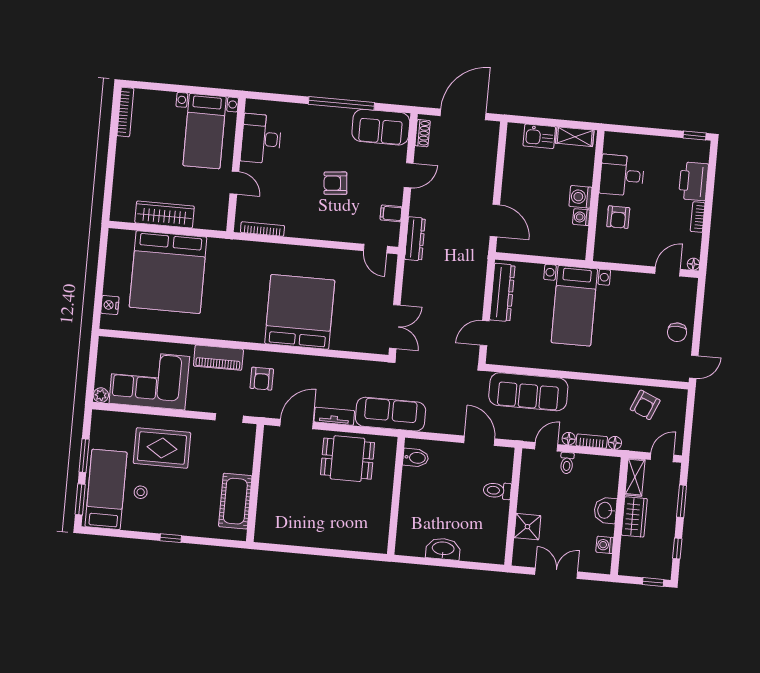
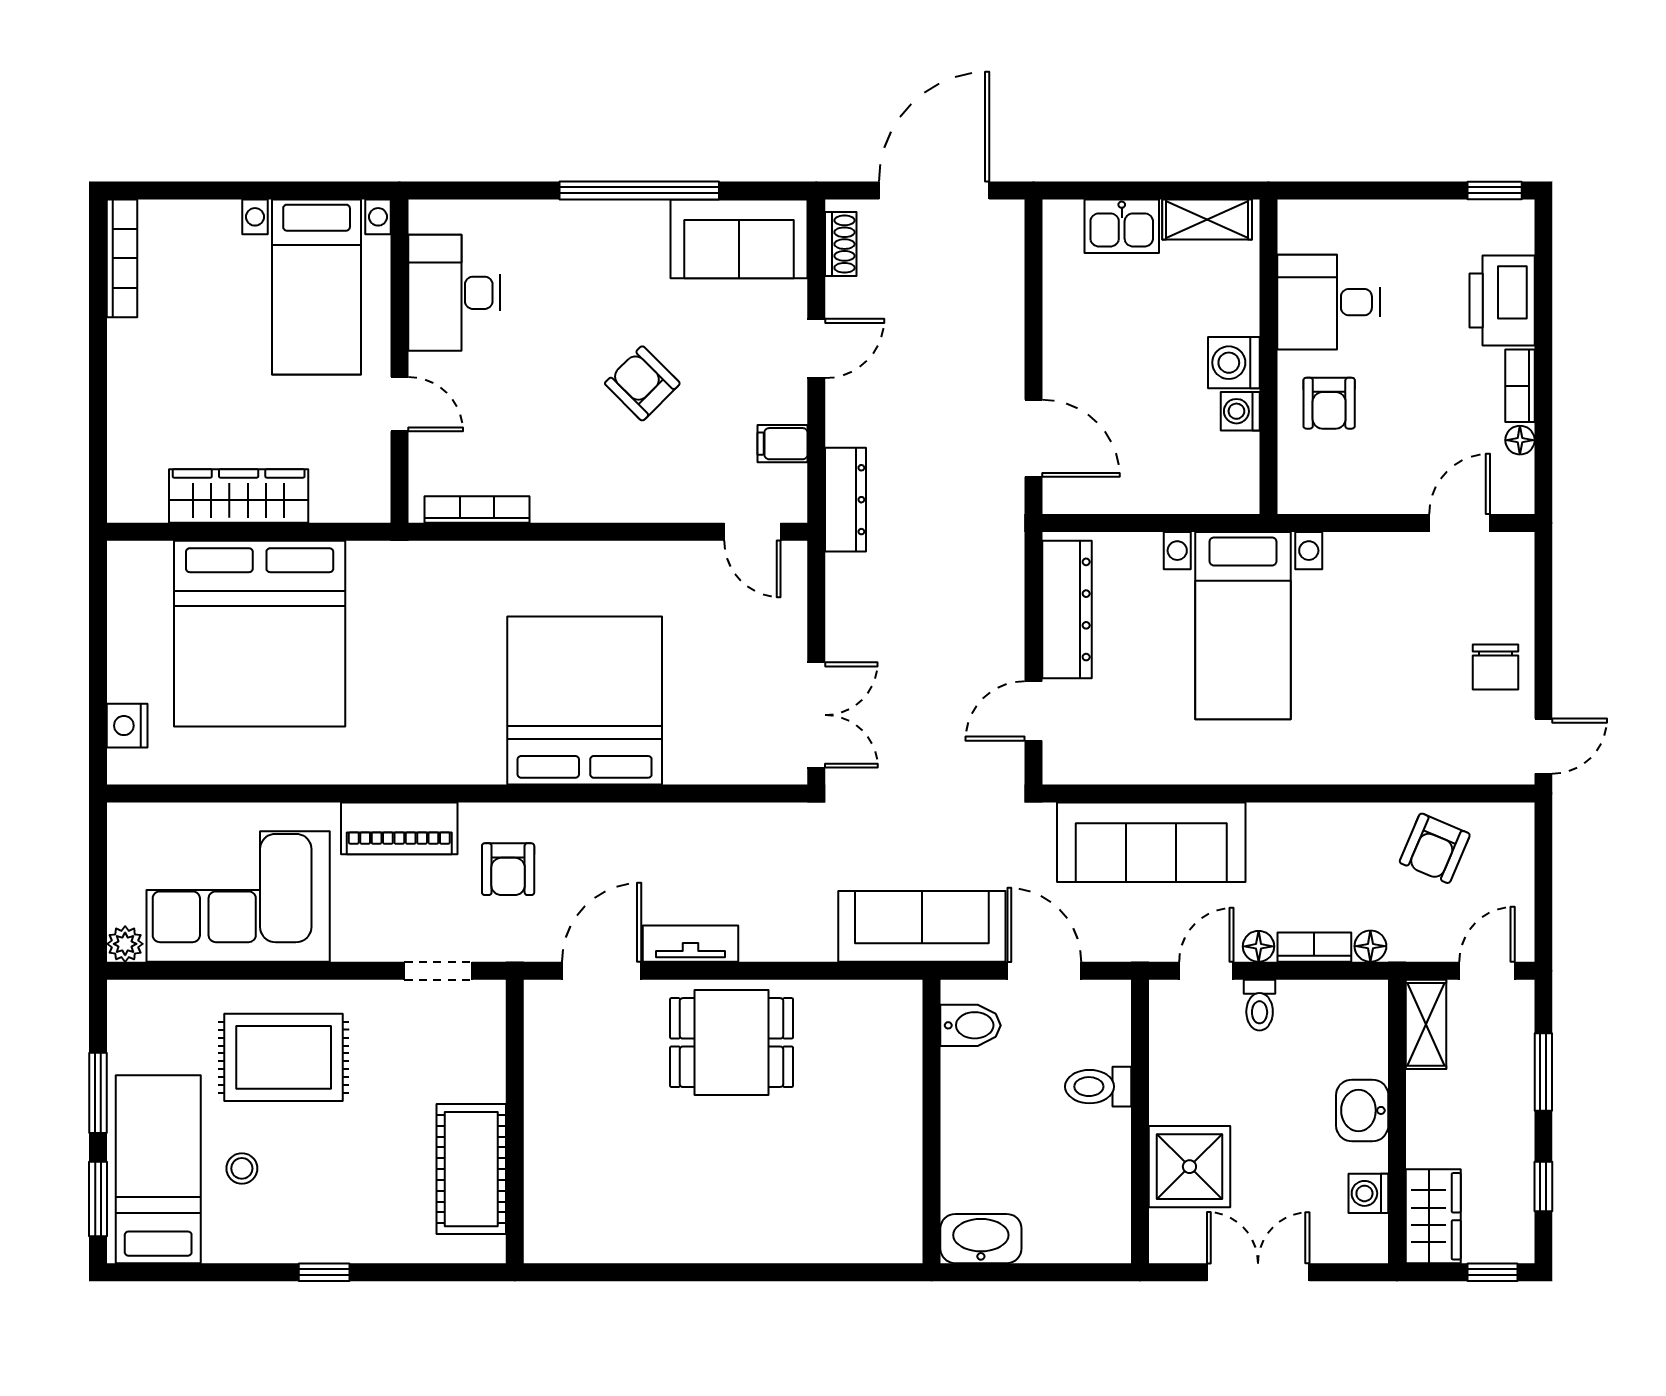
armchair: (335, 183) -> (642, 383), turned 50
floor lamp: (693, 264) -> (1520, 440), moved
sofa: (391, 414) -> (922, 926), moved
bidet: (416, 458) -> (970, 1025), moved
wall: (396, 496) -> (932, 1121), moved
wardrobe: (634, 517) -> (1433, 1216), moved
shower: (527, 527) -> (1189, 1167), width x1.36, depth x1.36

